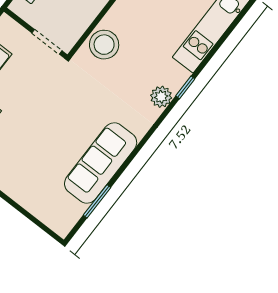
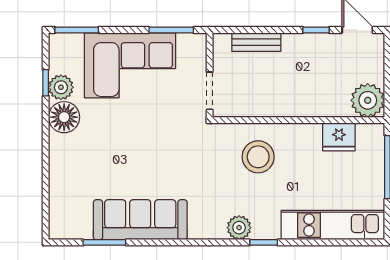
stool: (104, 45) -> (258, 157), moved

